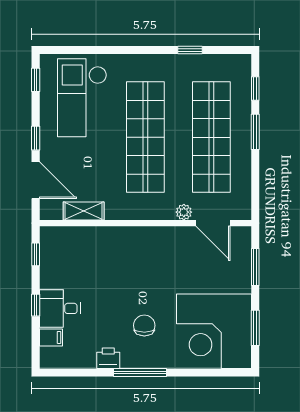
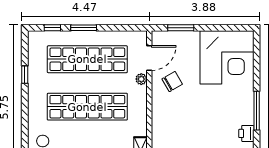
chair: (144, 325) -> (172, 82), moved, turned 150
window: (255, 328) -> (225, 28), removed

